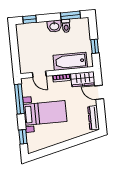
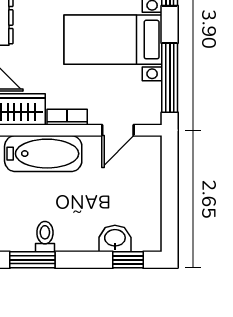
washbasin: (54, 26) -> (115, 239), moved
door: (39, 74) -> (118, 130), swing flipped

